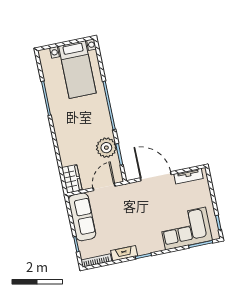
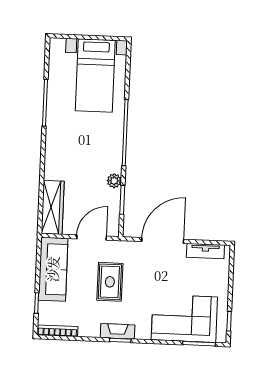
plant: (106, 148) -> (114, 181), width x0.53, depth x0.53
door: (156, 176) -> (163, 240), hinge flipped
wardrobe: (72, 179) -> (53, 207), width x1.50
rug: (125, 216) -> (110, 282), added
fireplace: (124, 253) -> (118, 331), moved

